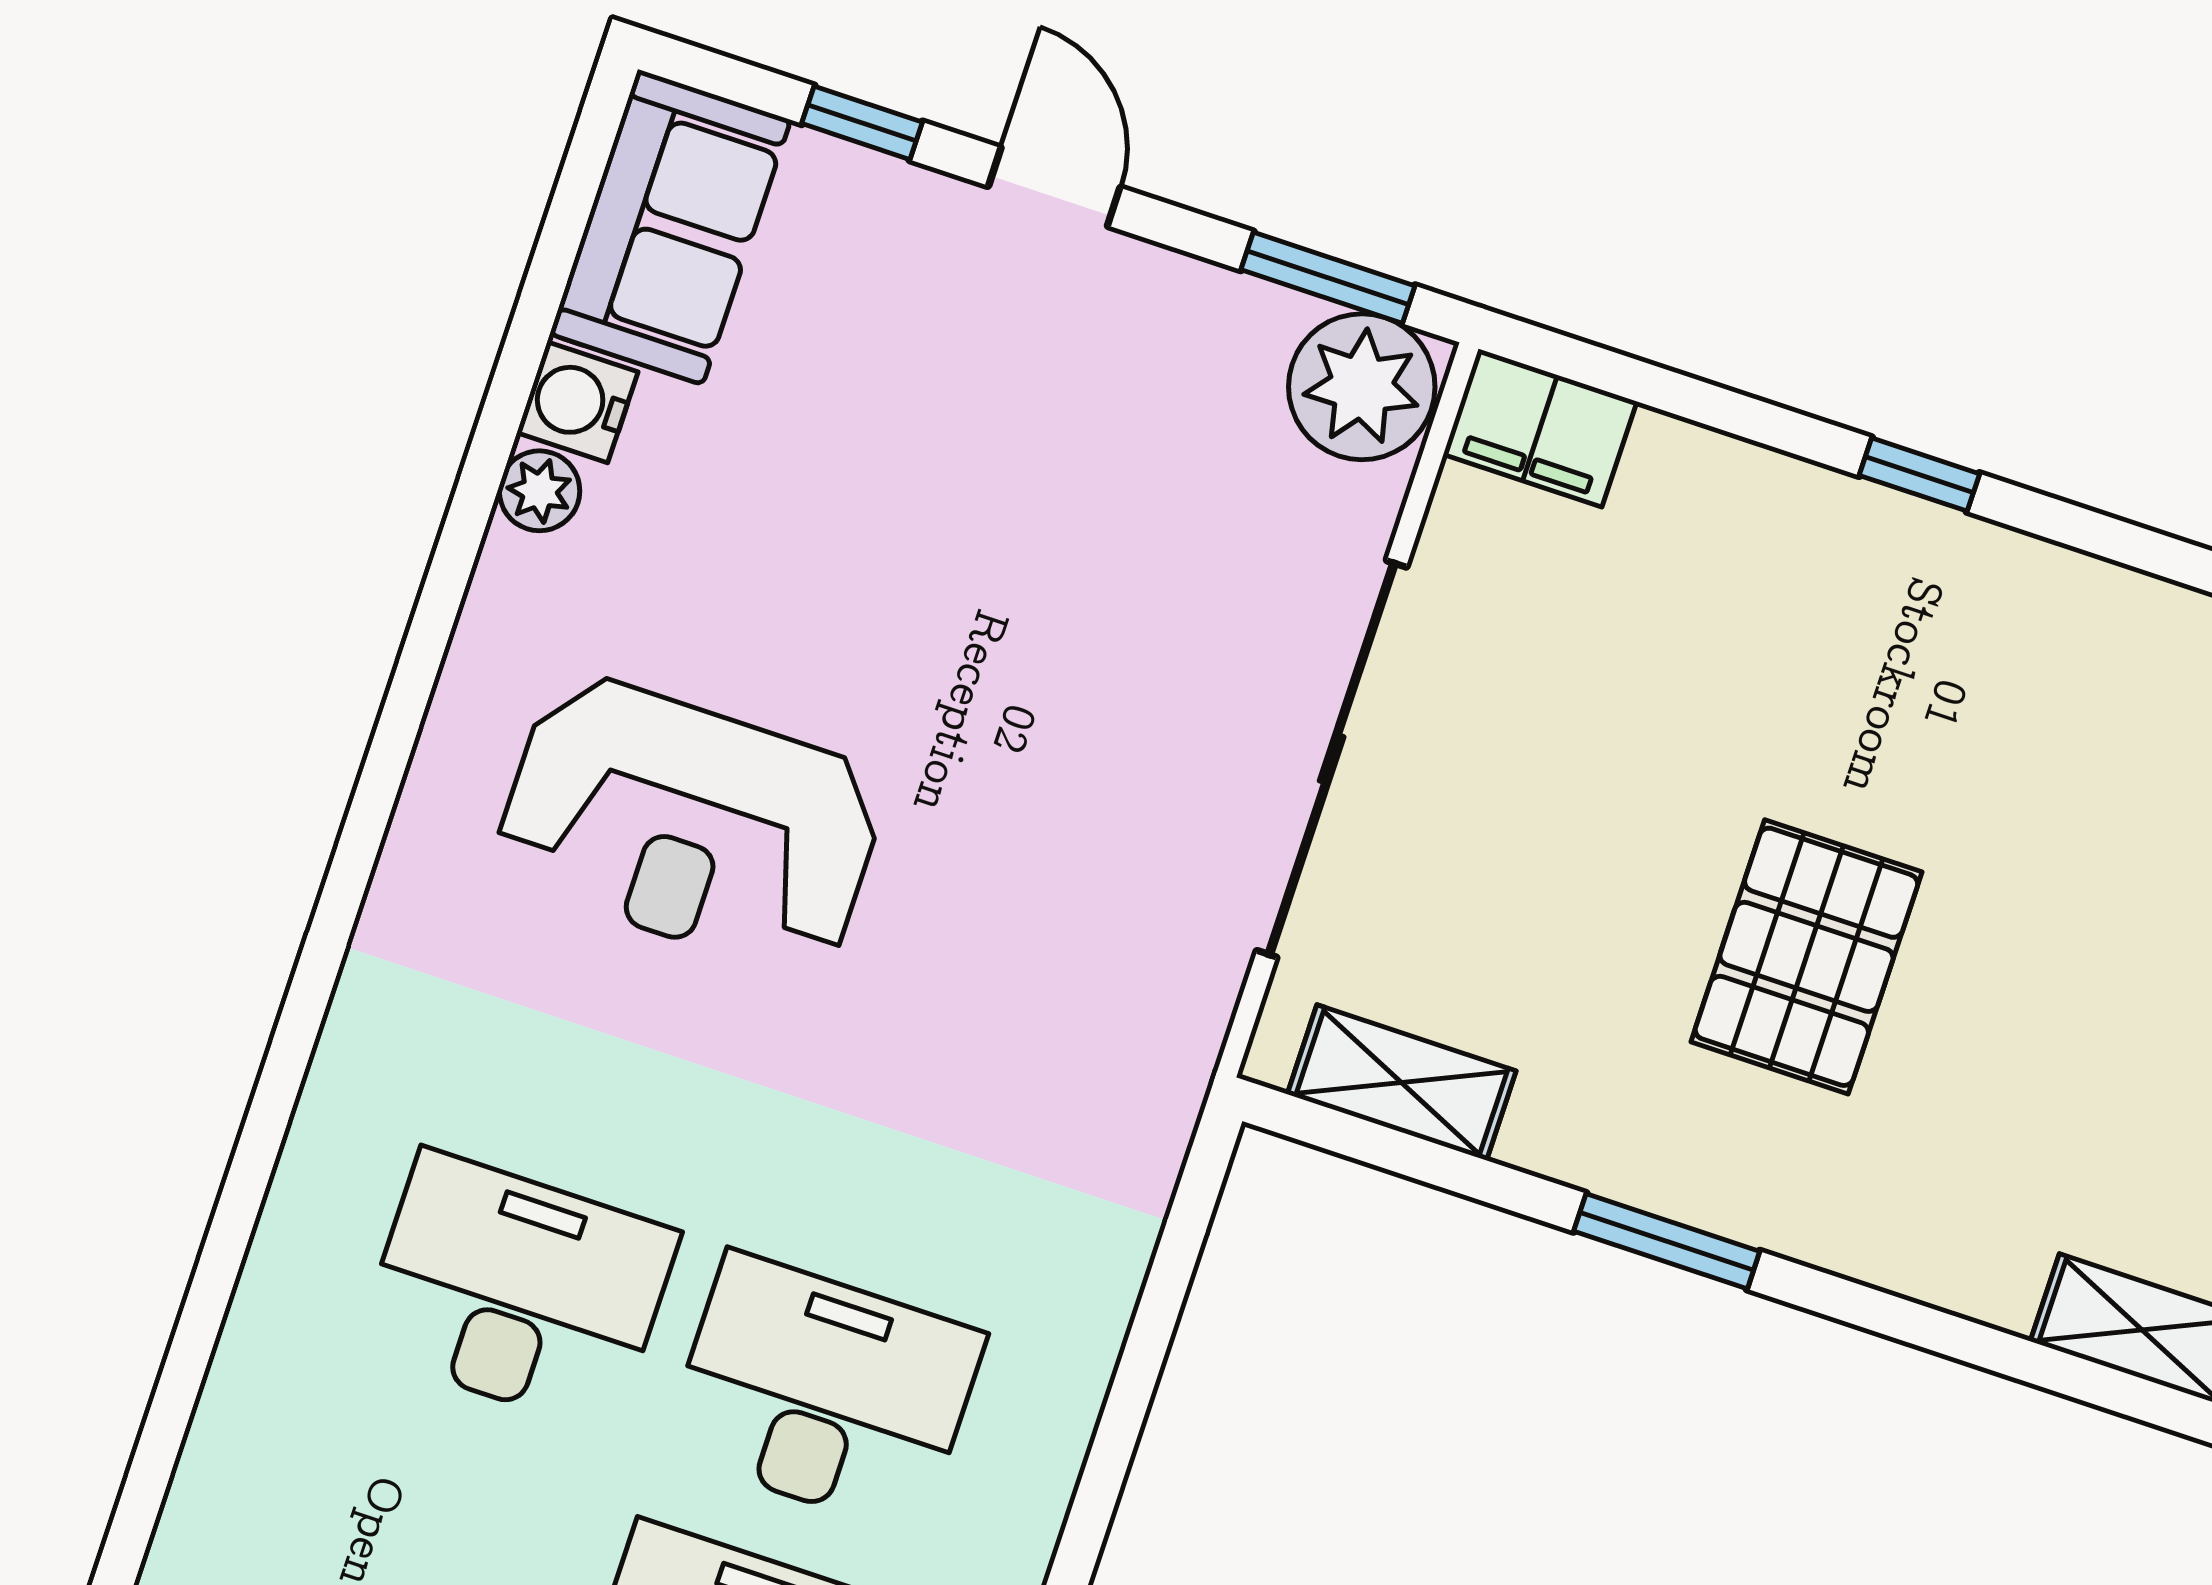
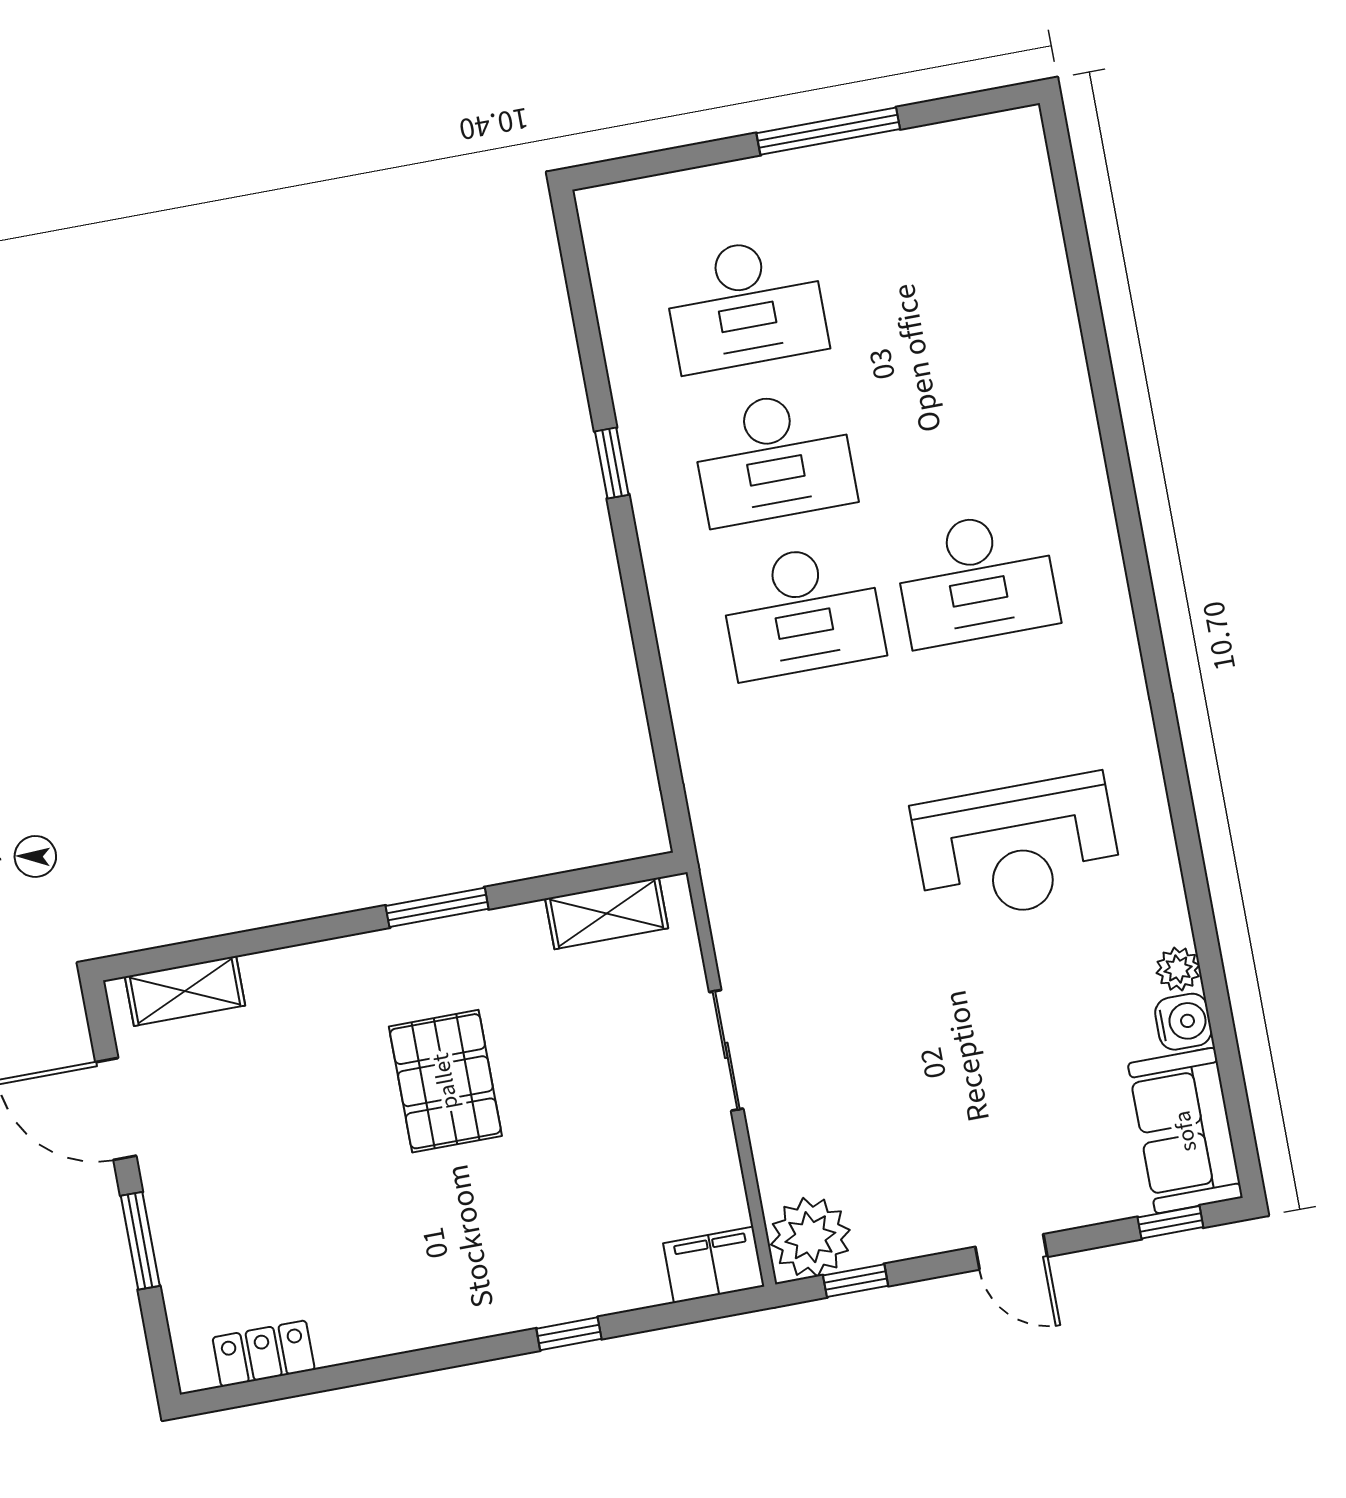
window: (862, 123) -> (1170, 1222), moved
window: (1328, 278) -> (856, 1281), width x0.67
window: (1919, 475) -> (569, 1334), moved
sliding door: (1332, 759) -> (726, 1050), width x0.54
reception desk: (690, 825) -> (1017, 848), turned 180

